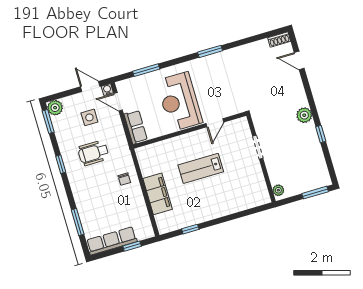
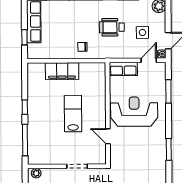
wheelchair: (93, 153) -> (112, 27), turned -90
window: (245, 213) -> (25, 140), added
window: (190, 229) -> (25, 107), moved

